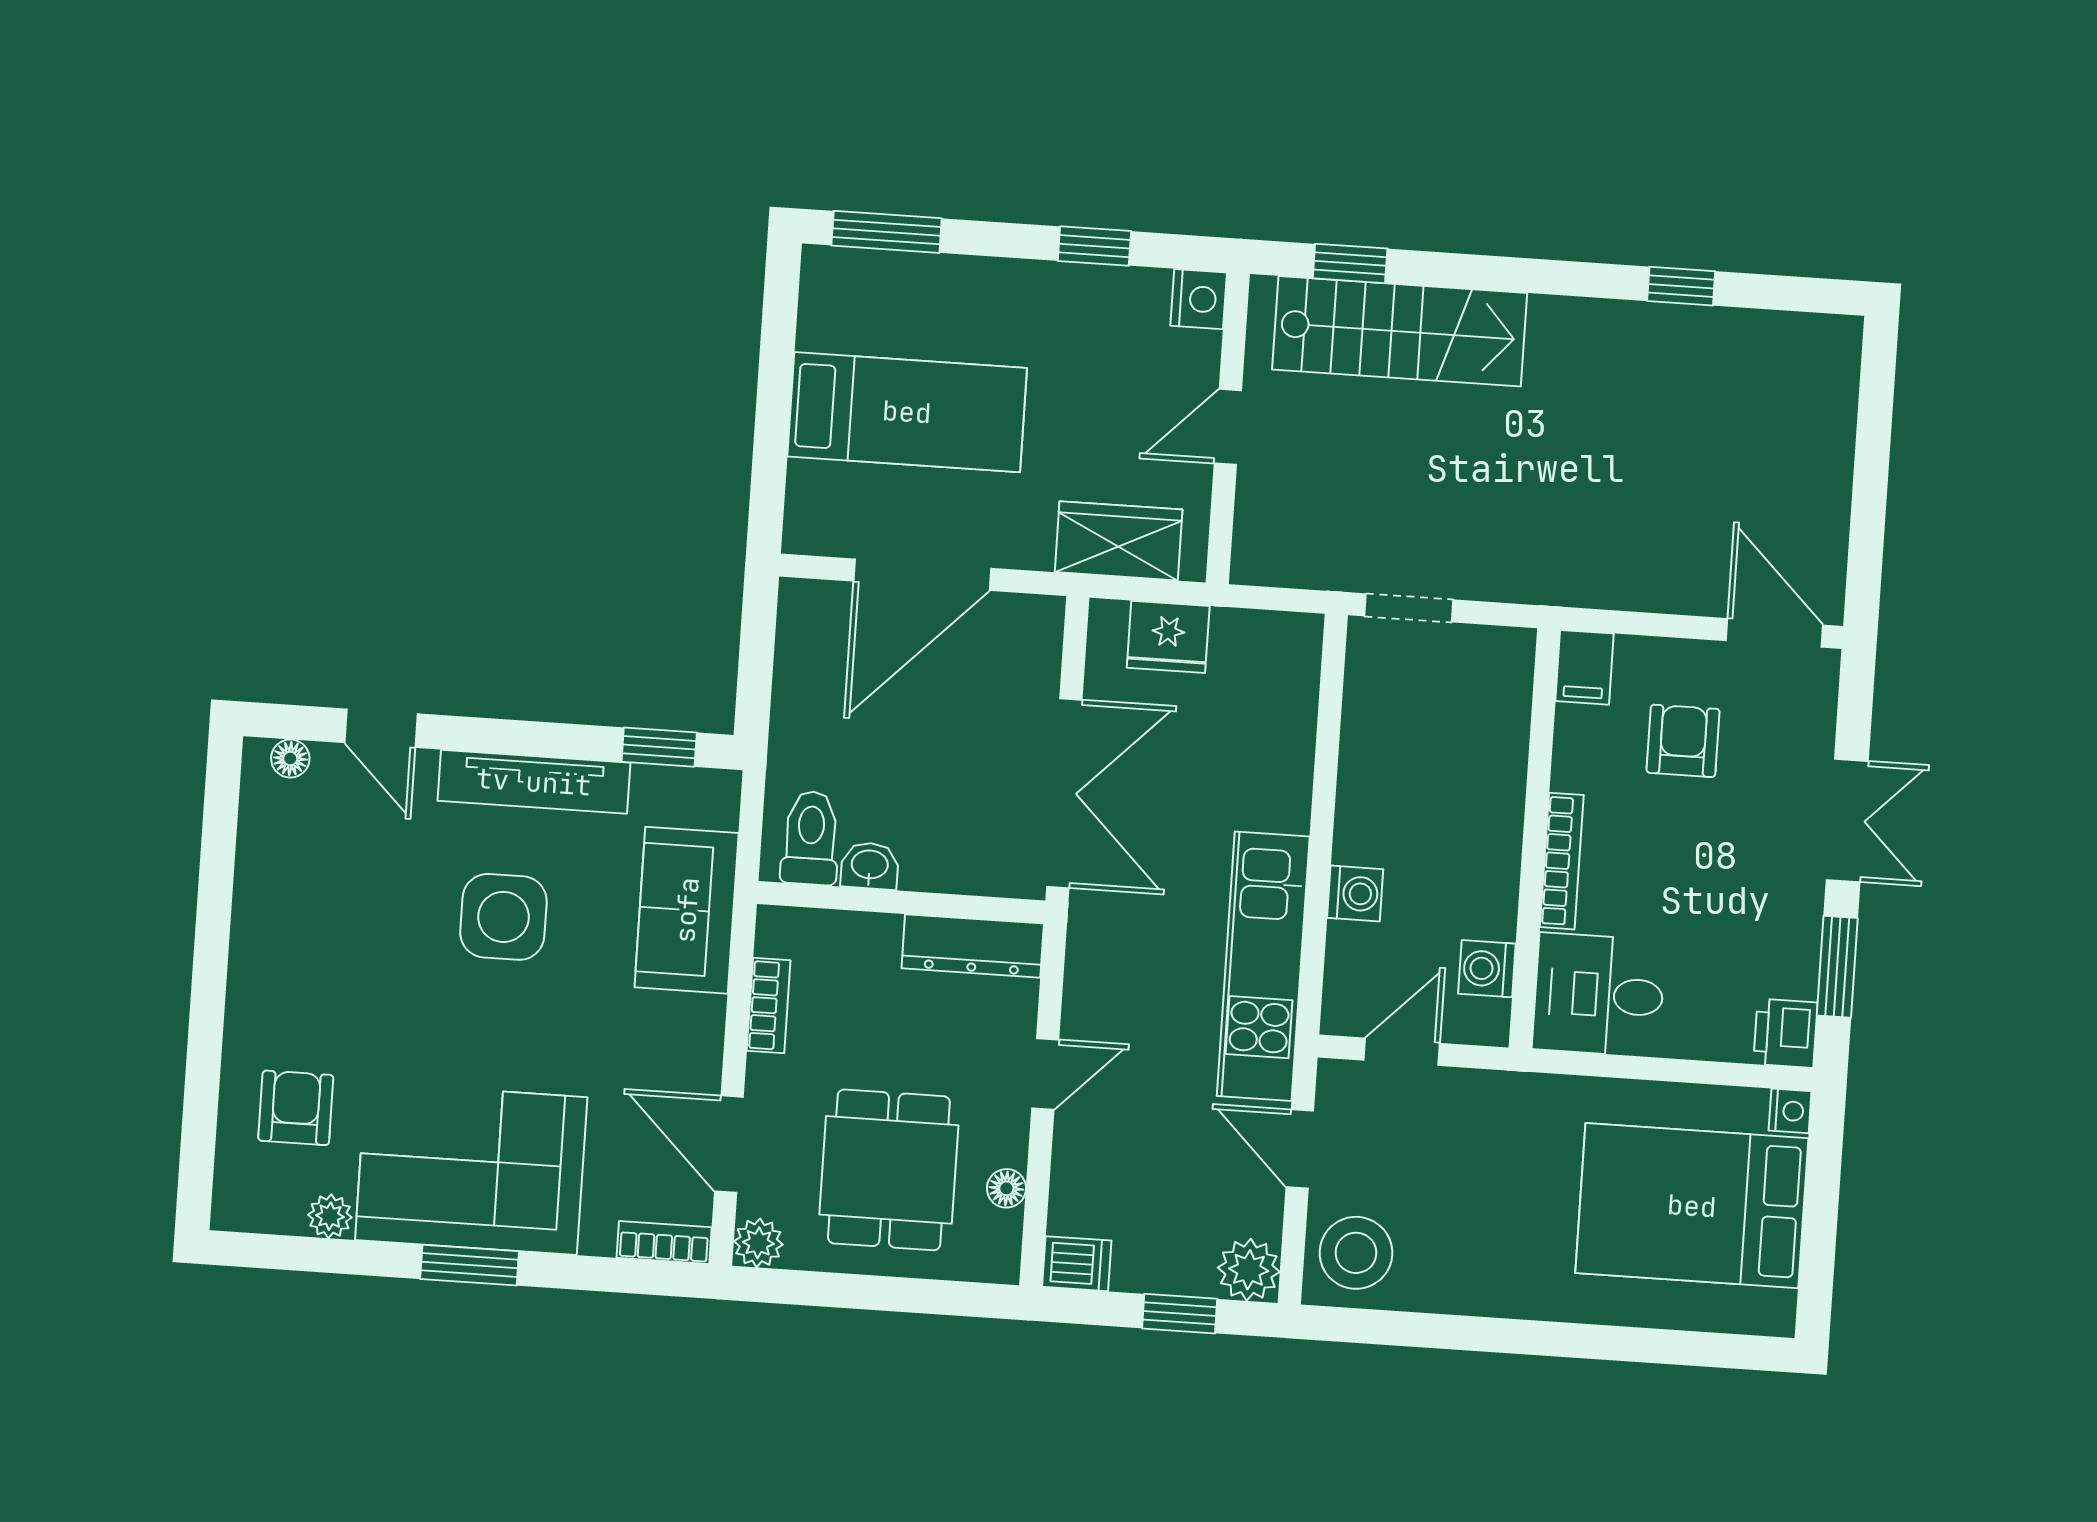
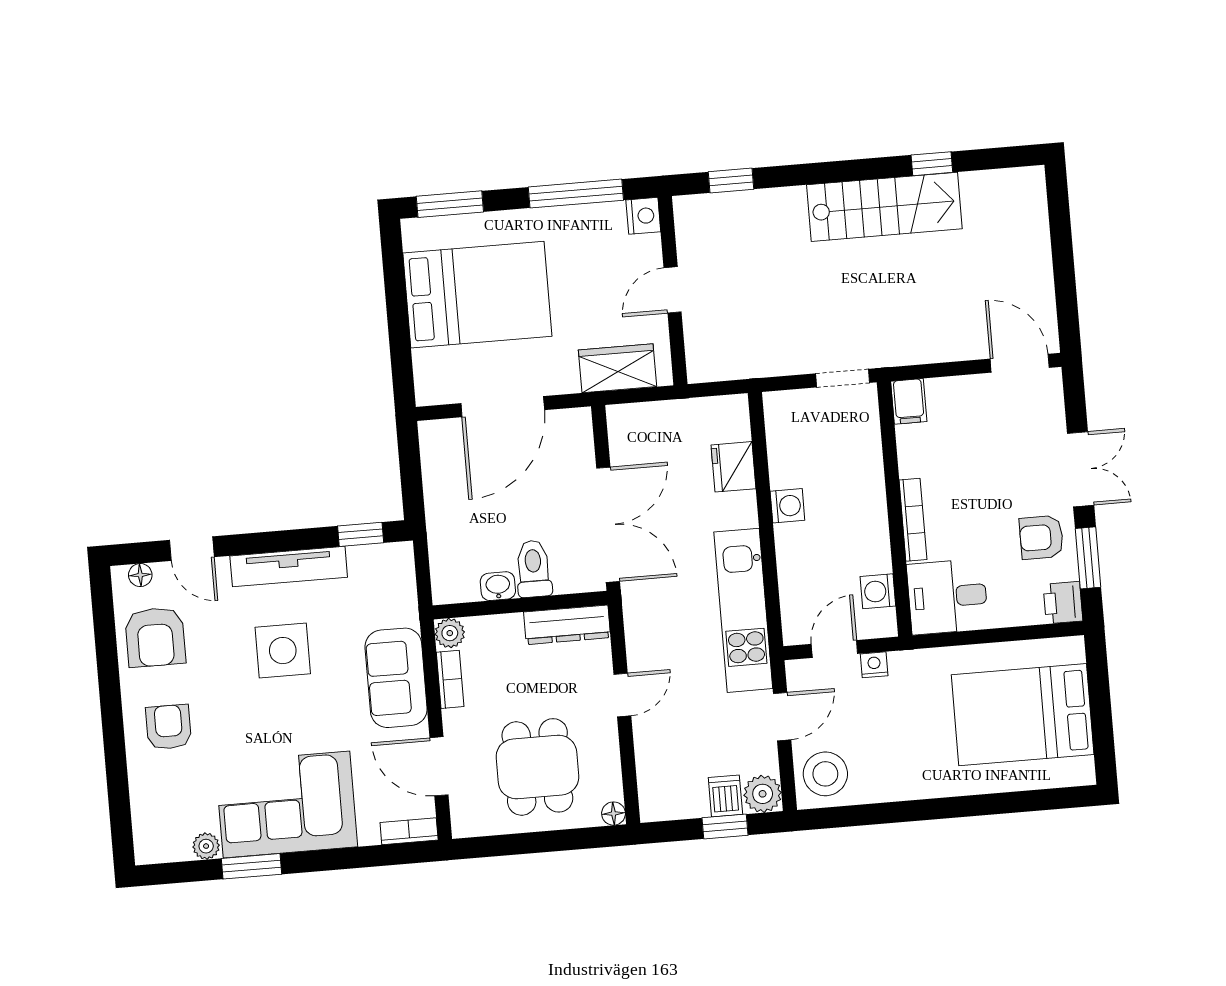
window: (1094, 246) -> (576, 194), width x2.17
stairs: (1400, 331) -> (884, 207), moved
bed: (907, 412) -> (477, 295), width x1.50
doorway: (1409, 608) -> (843, 378), moved
fridge: (1168, 637) -> (734, 467), moved, turned 90
armchair: (1683, 741) -> (1041, 537), moved, turned -90
toilet: (811, 838) -> (534, 569), moved
armchair: (299, 863) -> (155, 637), added
washing machine: (1355, 893) -> (787, 506), moved
sofa: (687, 910) -> (396, 678), moved
armchair: (296, 1108) -> (169, 727), moved
nightstand: (1790, 1111) -> (874, 665), moved, turned -90
door: (1300, 1149) -> (782, 717), swing flipped
floor lamp: (1006, 1188) -> (614, 814), moved
plant: (758, 1243) -> (450, 633), moved
dishwasher: (1077, 1264) -> (725, 796), moved, turned -90
window: (470, 1265) -> (251, 866), moved

